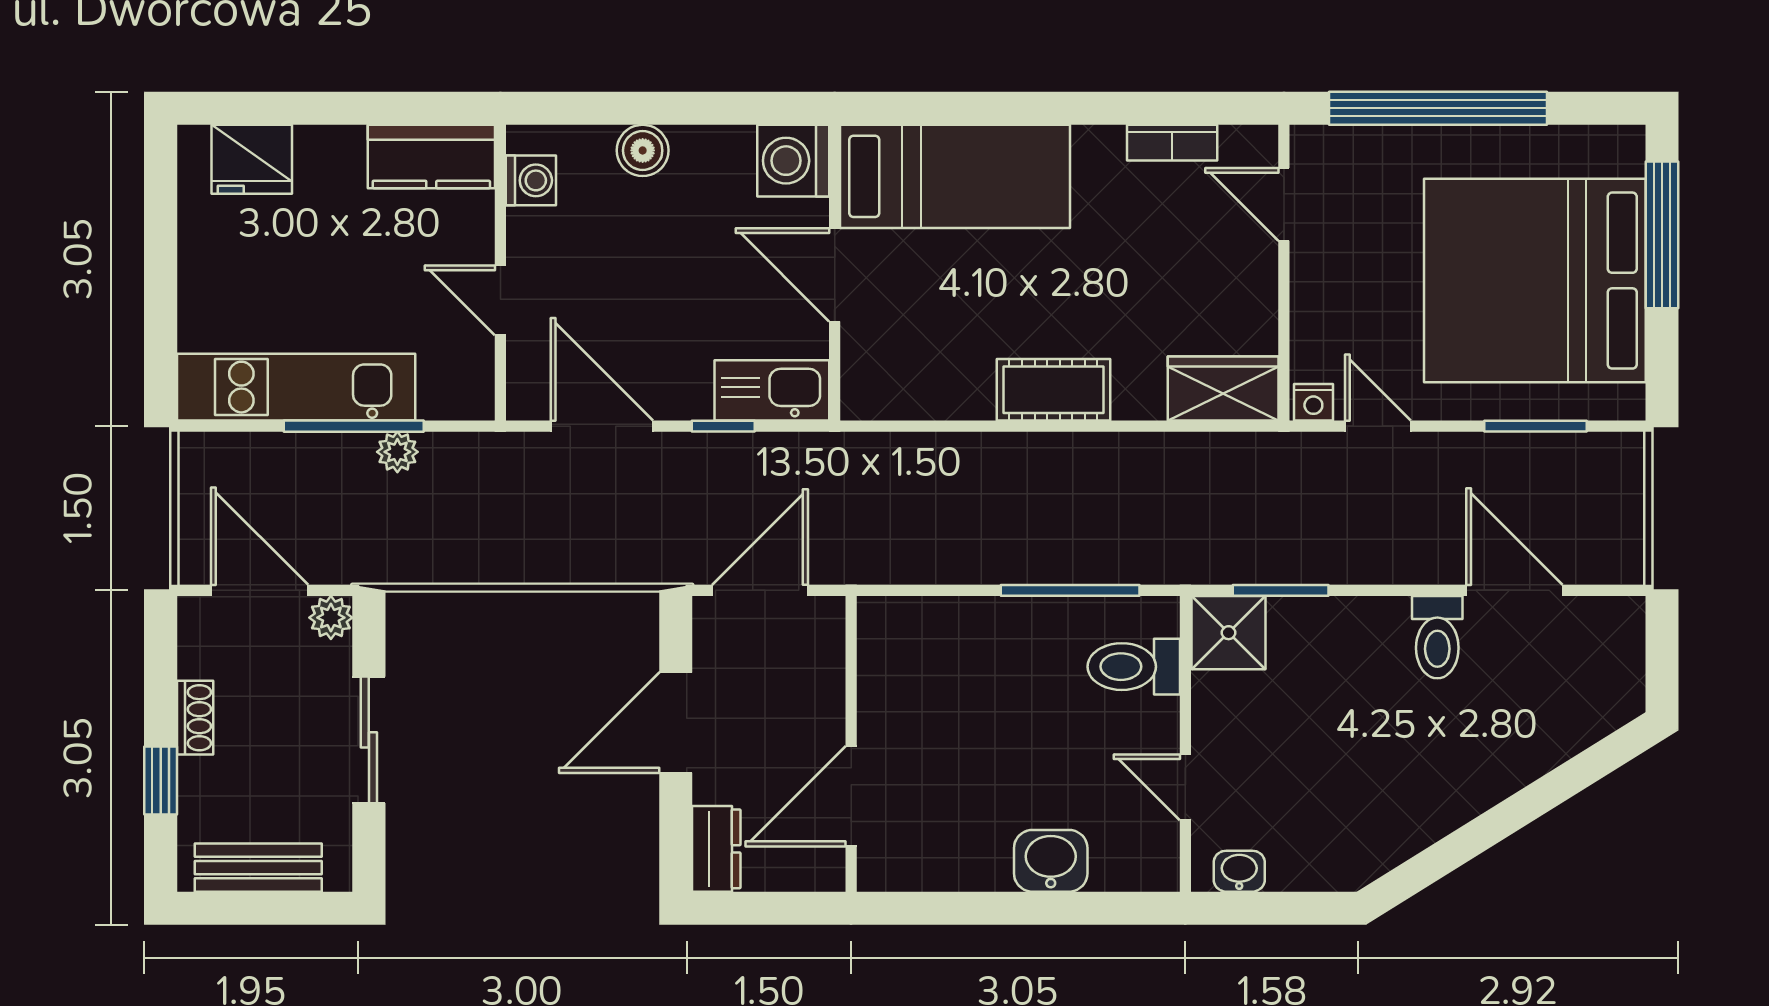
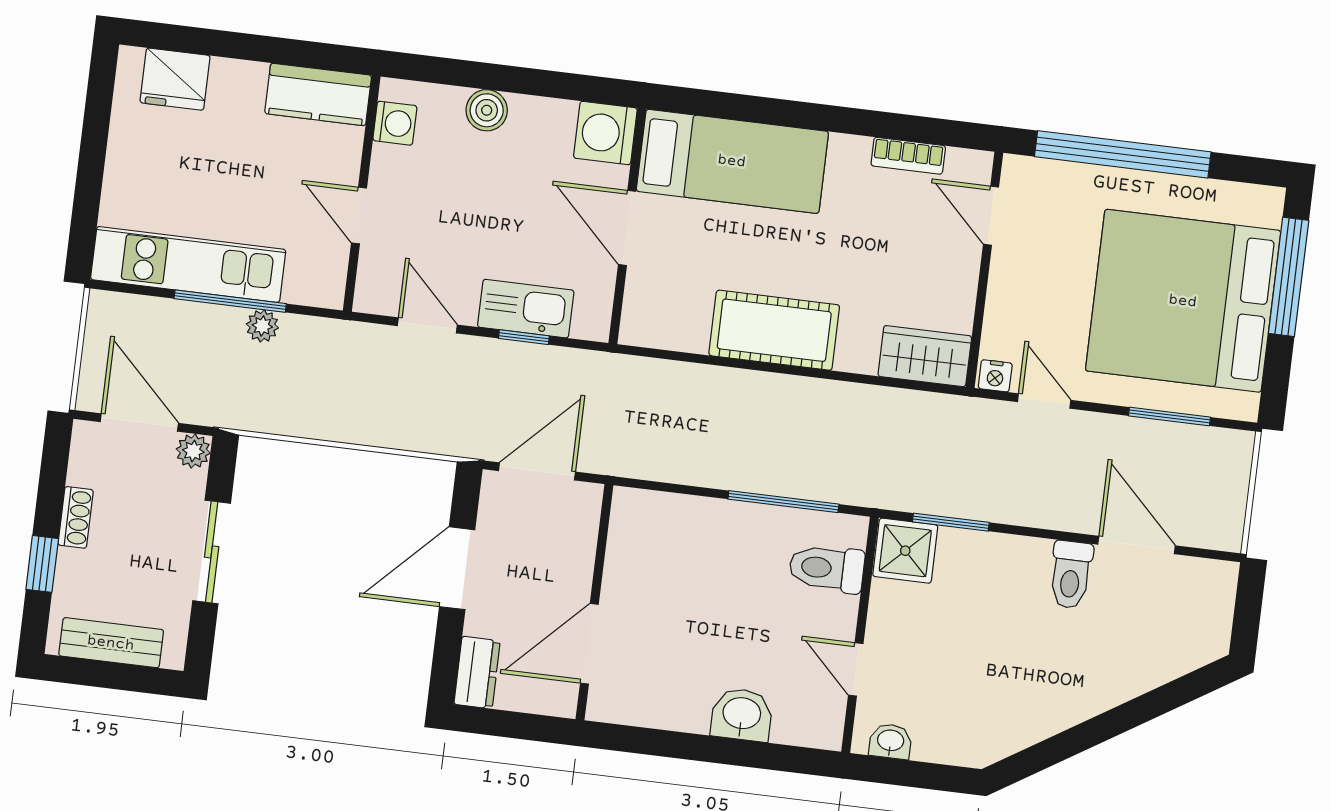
kitchen sink: (772, 390) -> (526, 309), moved
cot: (1053, 390) -> (774, 330), width x1.37, depth x1.34
door: (602, 426) -> (427, 325), width x0.73

